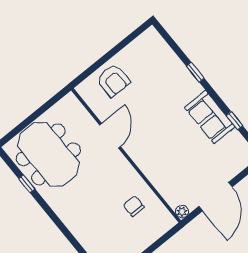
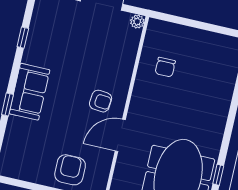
sofa: (210, 117) -> (29, 92), moved
armchair: (146, 141) -> (101, 101), added

